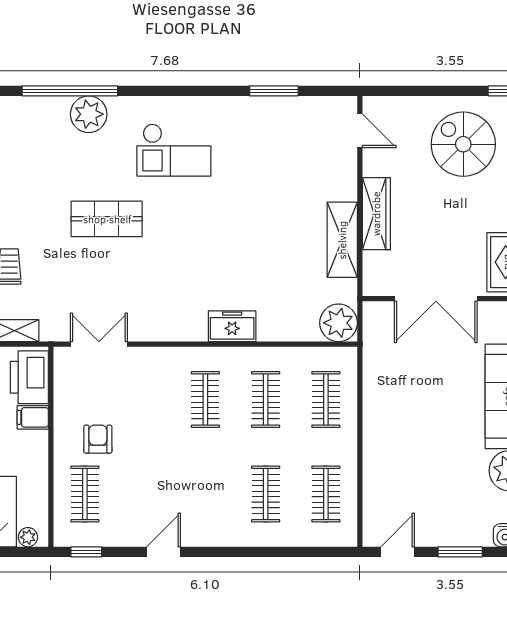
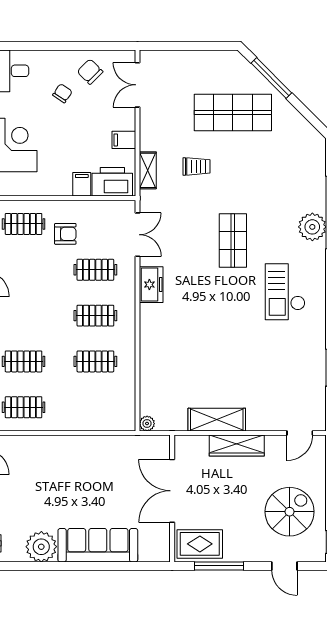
plant: (339, 323) -> (147, 424), width x0.53, depth x0.53
freezer: (232, 326) -> (151, 285), moved
clothes rail: (326, 400) -> (95, 270), moved

